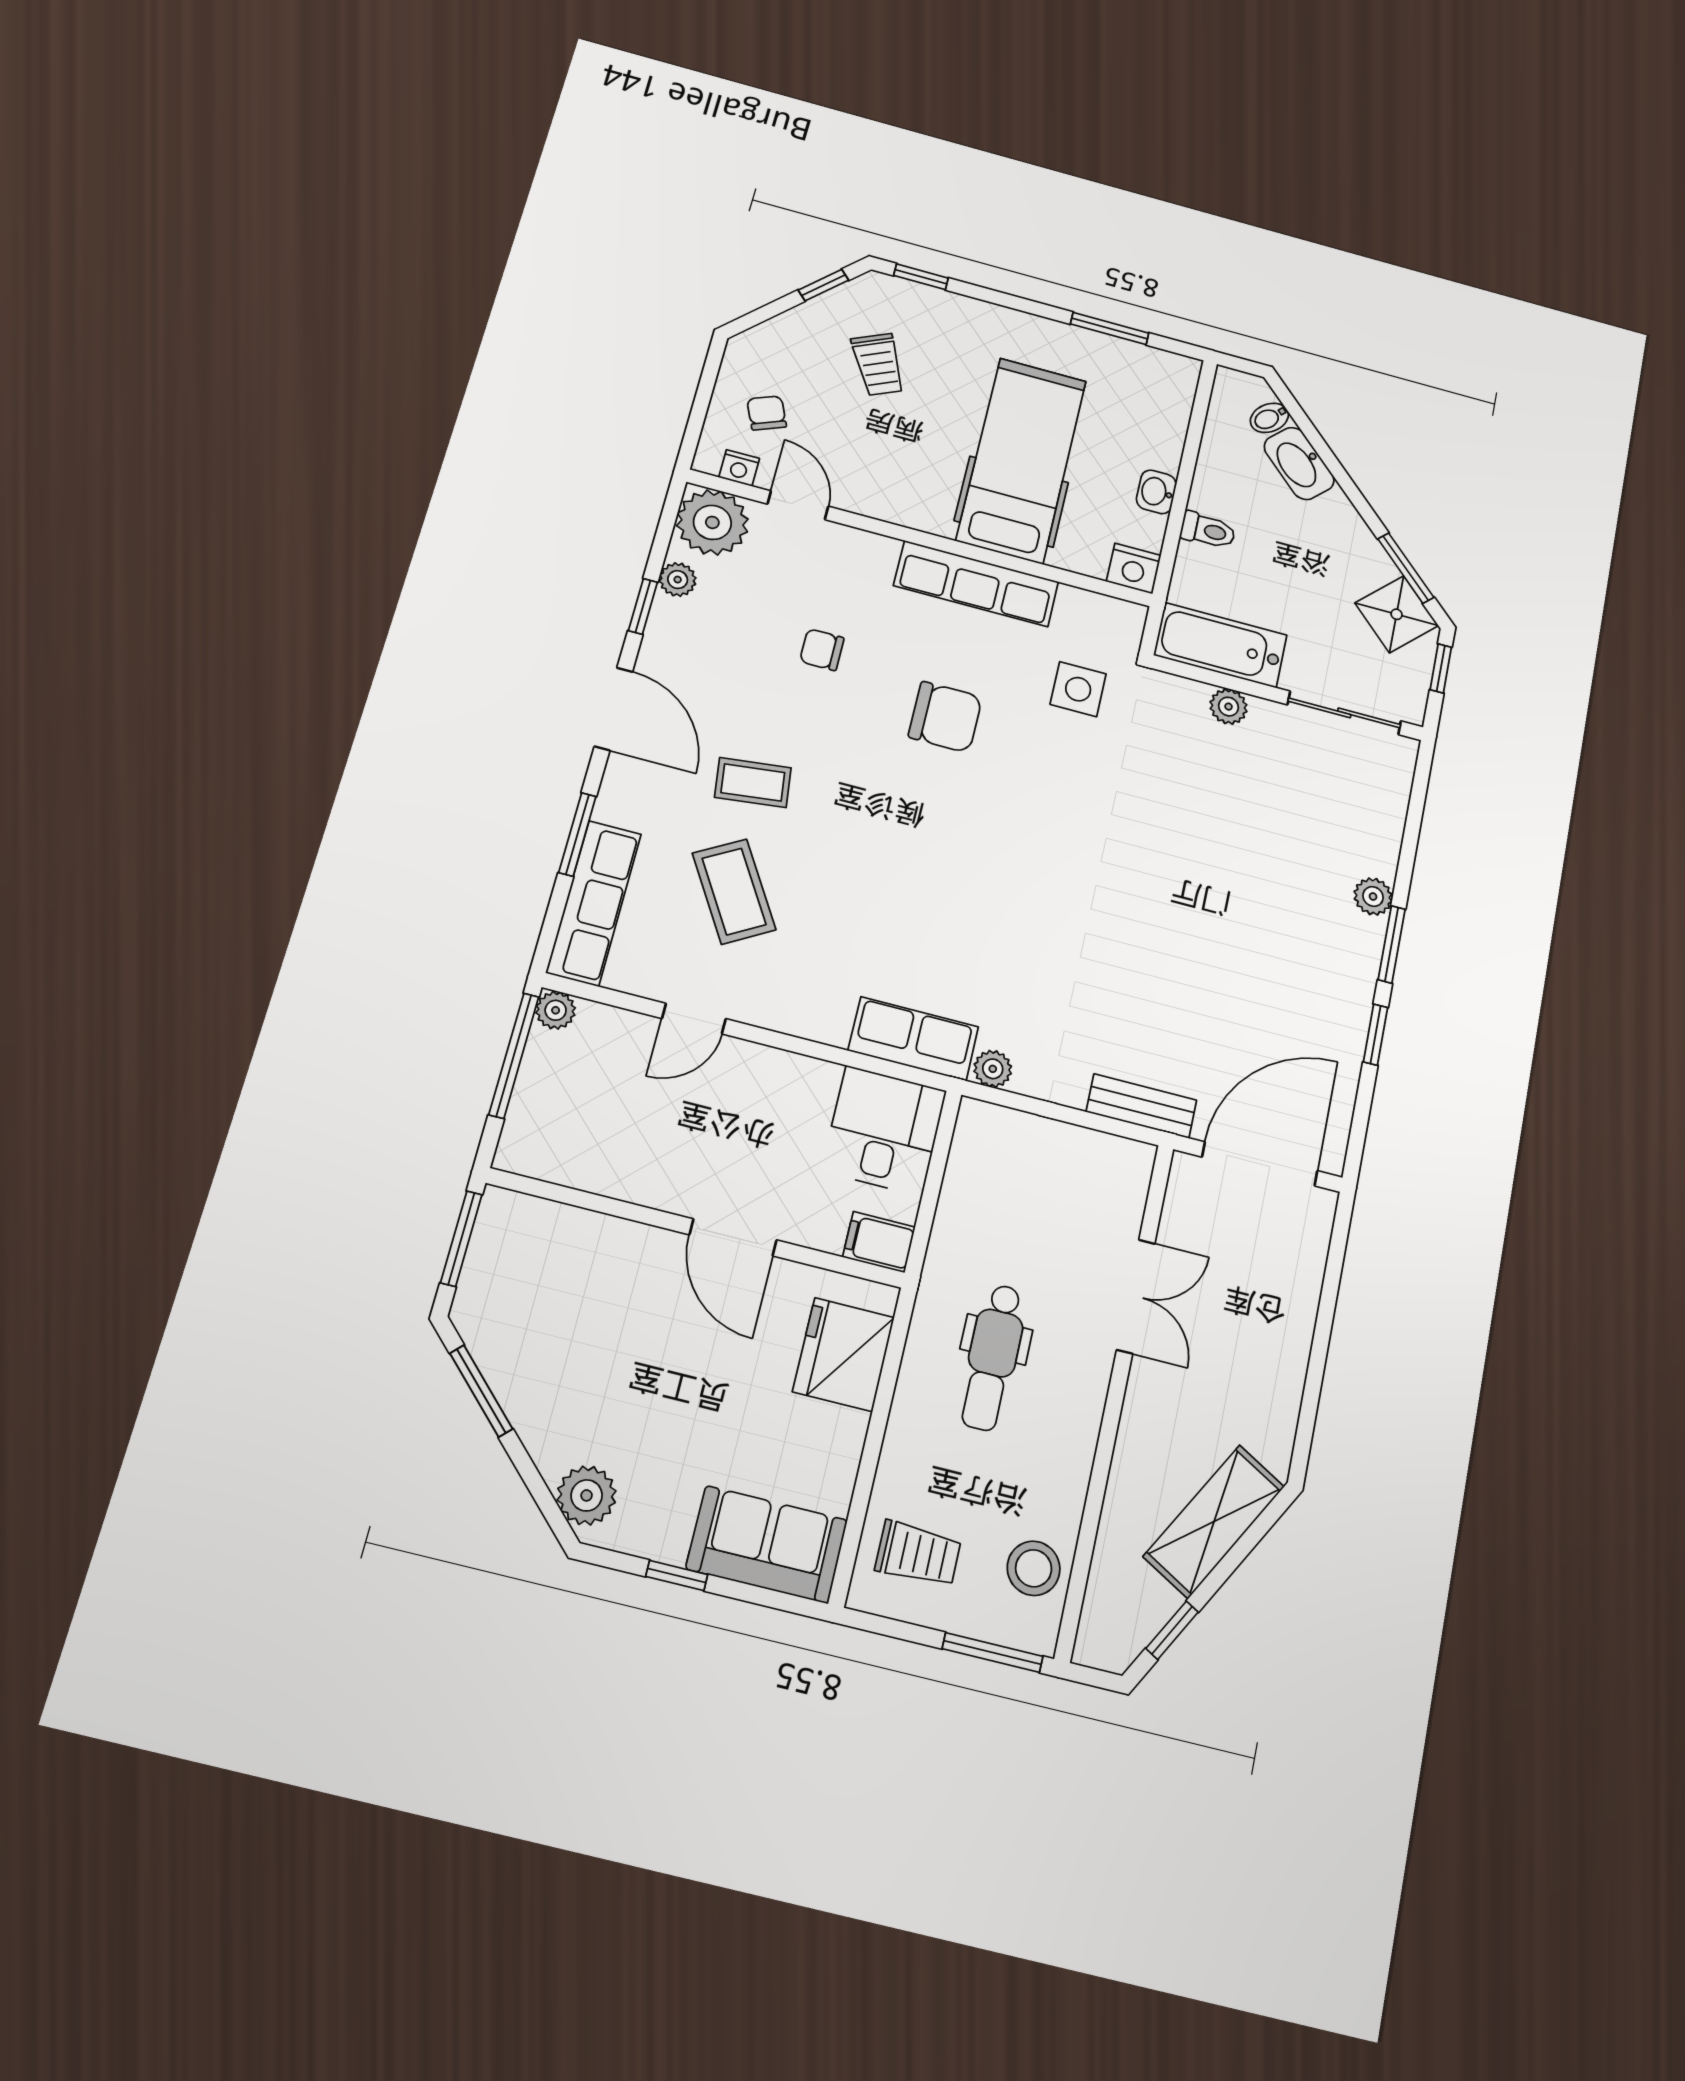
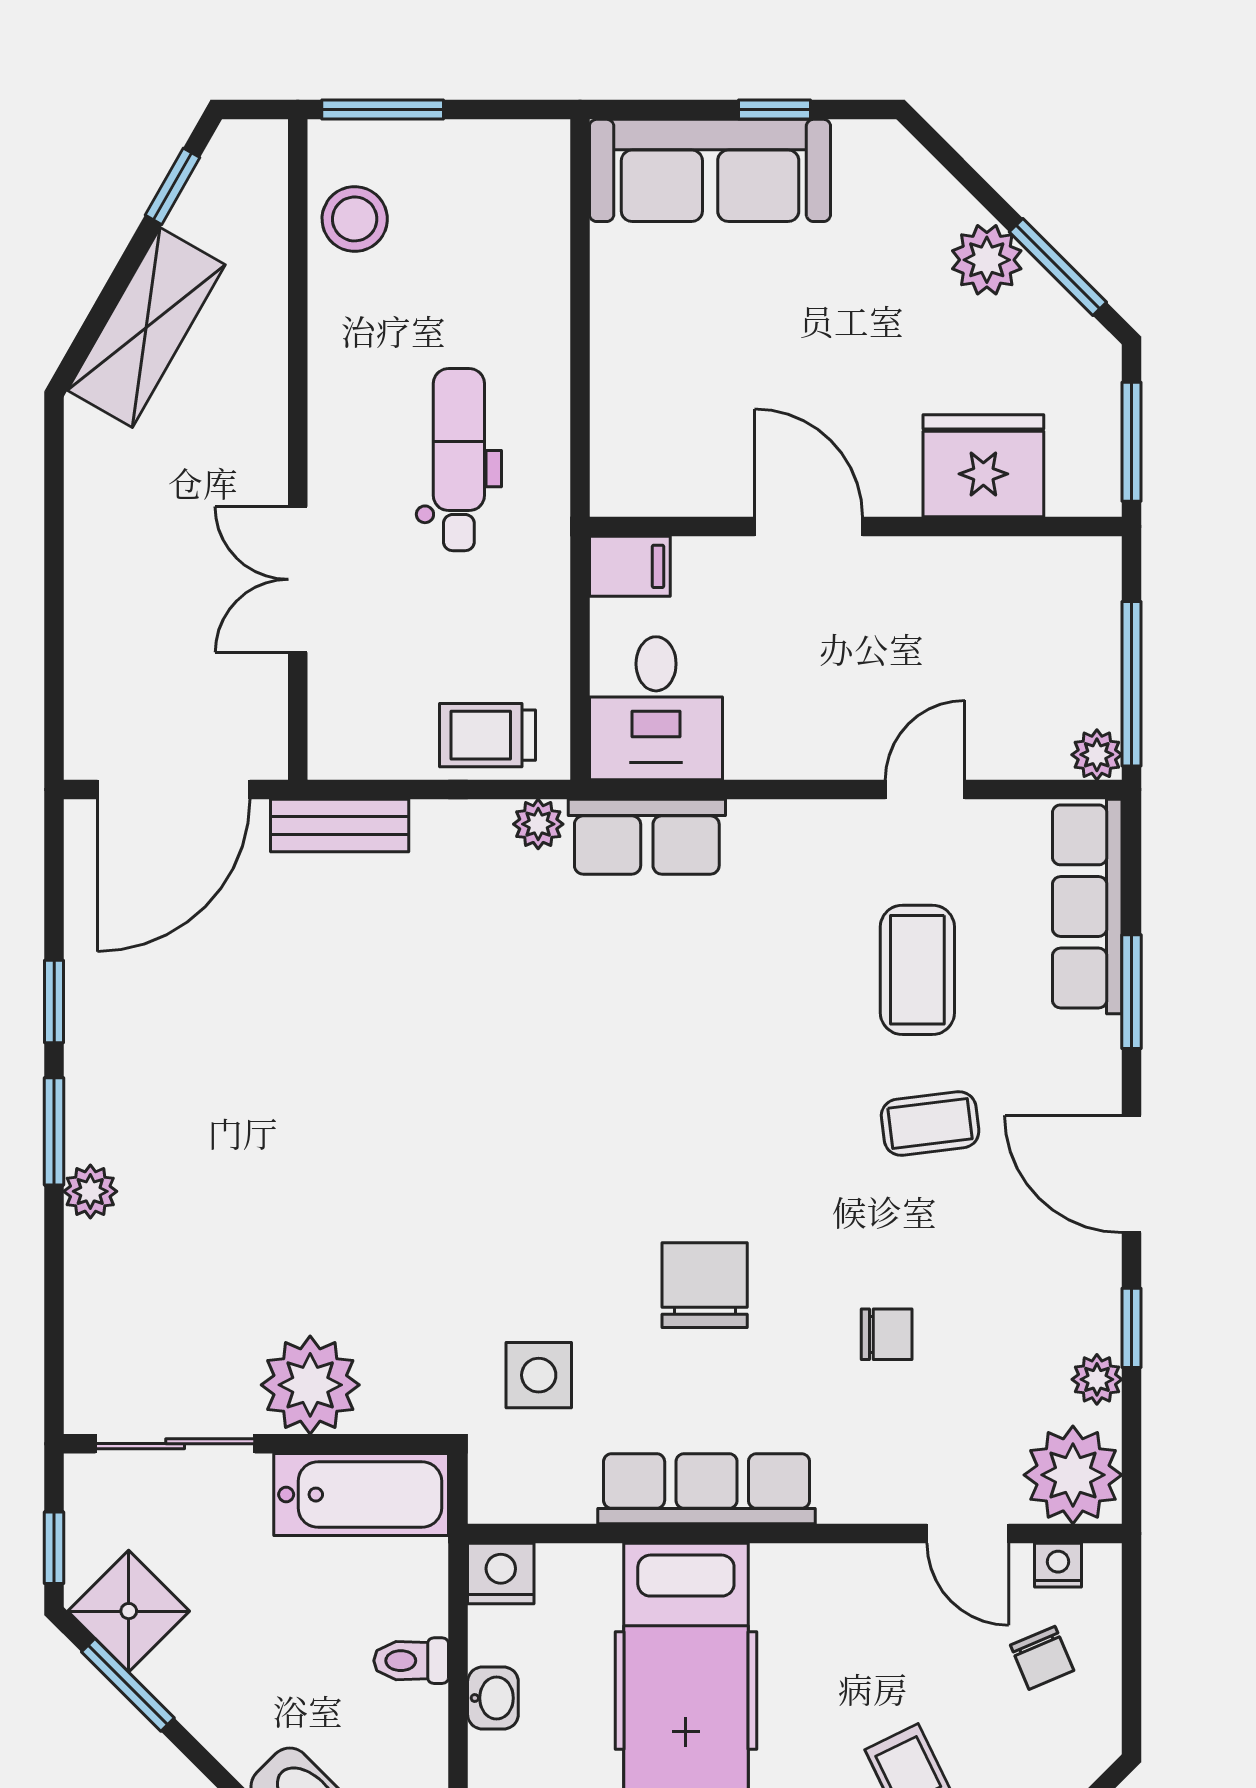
plant: (1229, 707) -> (310, 1385), width x1.87, depth x1.87
chair: (945, 717) -> (705, 1285), turned 90
coffee table: (734, 891) -> (917, 970), turned 31
fridge: (844, 1355) -> (983, 466), moved, turned -90
plant: (587, 1495) -> (987, 260), moved
sofa: (767, 1544) -> (710, 170), width x1.36
trolley: (918, 1554) -> (488, 735), moved

